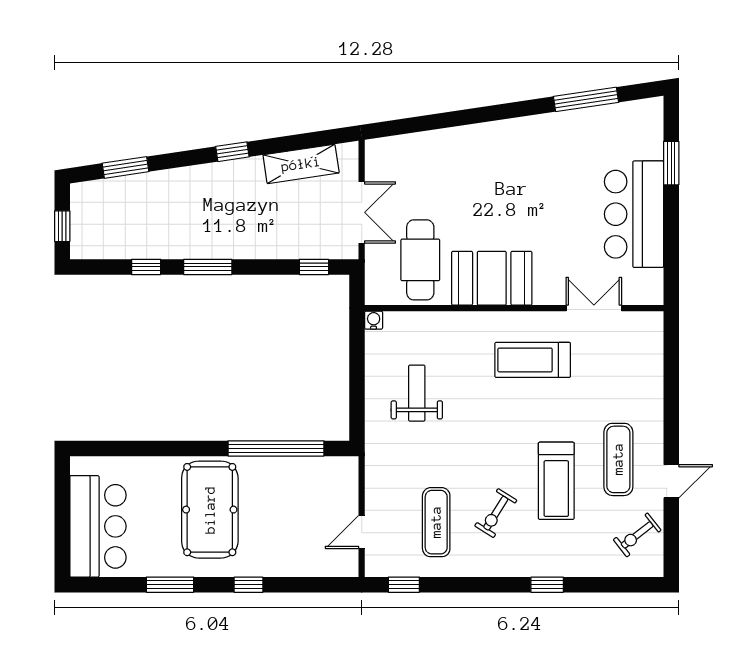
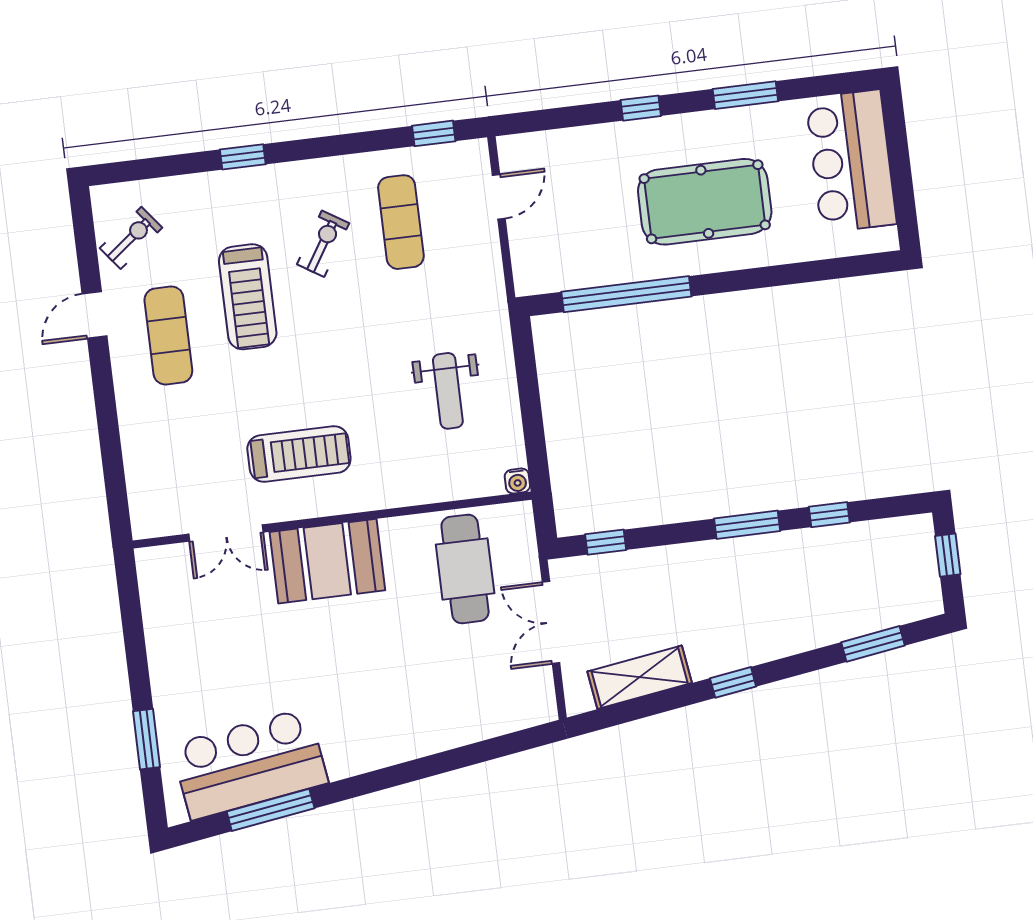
bar counter: (634, 214) -> (250, 764), moved, turned -98
booth: (492, 278) -> (327, 561), moved
treadmill: (556, 481) -> (248, 297), turned 180
pool table: (210, 510) -> (705, 202), turned 90

